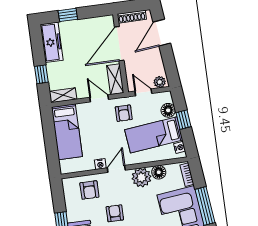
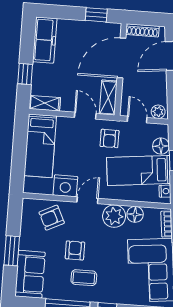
window: (68, 15) -> (96, 15), moved
nightstand: (100, 164) -> (65, 186), width x1.89, depth x1.79
armchair: (89, 190) -> (52, 218), turned 64

